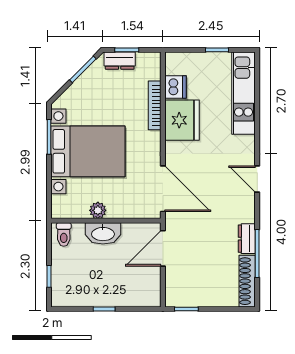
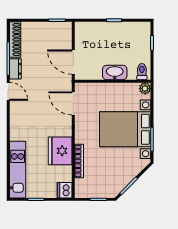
dresser: (120, 61) -> (103, 192), removed
dishwasher: (175, 87) -> (65, 190), moved
door: (257, 179) -> (8, 91), moved
door: (163, 189) -> (73, 103), width x0.73
plant: (98, 210) -> (145, 88), moved
door: (163, 248) -> (73, 62), swing flipped

